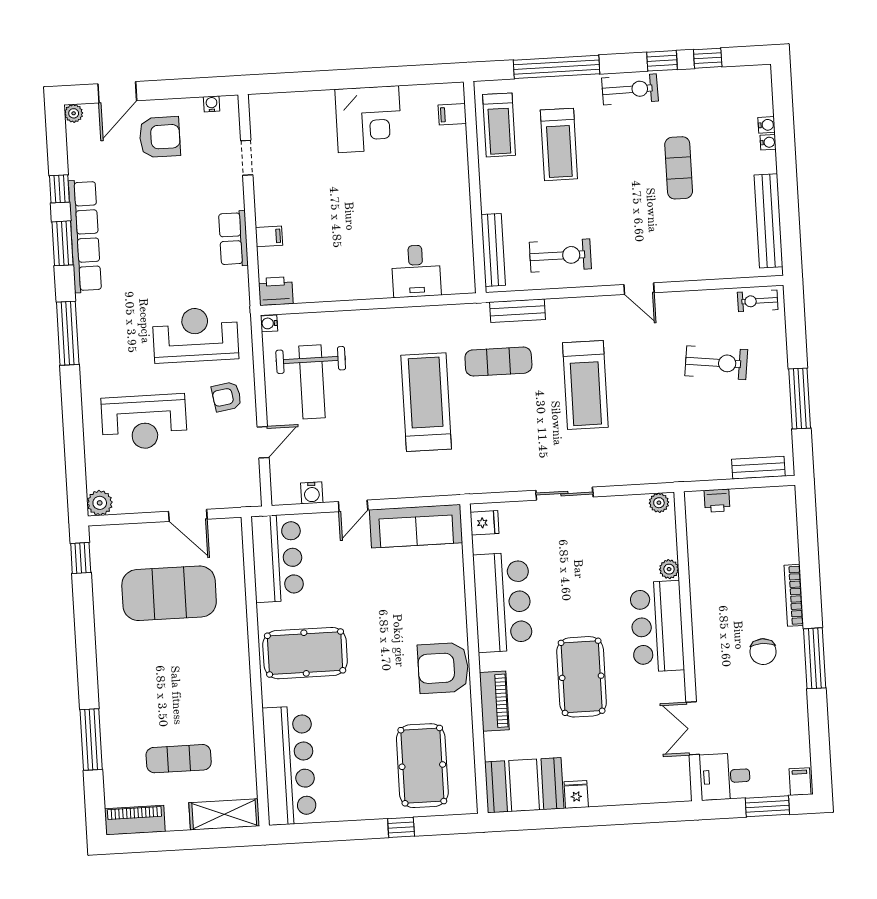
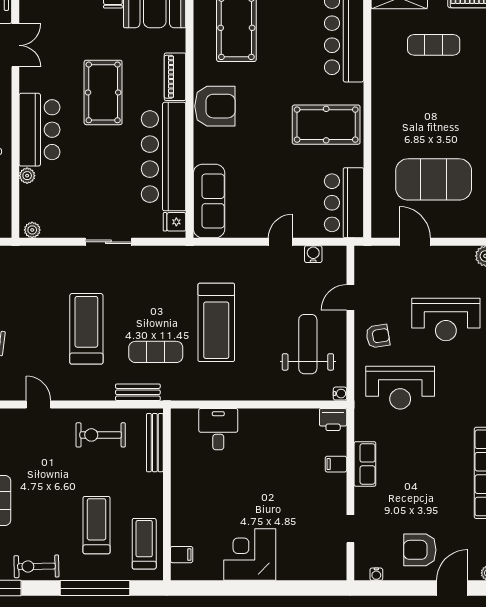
reception desk: (144, 422) -> (446, 319), turned 180
sofa: (416, 526) -> (209, 201), moved, turned 90
bar counter: (503, 602) -> (164, 157), width x1.36

